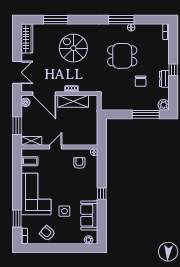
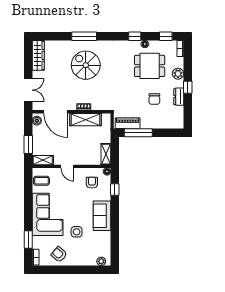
window: (56, 20) -> (84, 36), moved
window: (121, 20) -> (135, 36), width x0.46
window: (152, 20) -> (166, 36), added
dining table: (122, 56) -> (150, 66), moved
piano: (114, 105) -> (128, 123), added
plant: (164, 105) -> (178, 74), moved
window: (146, 114) -> (138, 133), moved
shelving: (93, 135) -> (106, 154), added
door: (55, 147) -> (67, 166), swing flipped
window: (102, 194) -> (115, 190), moved
sofa: (89, 215) -> (102, 216), moved

